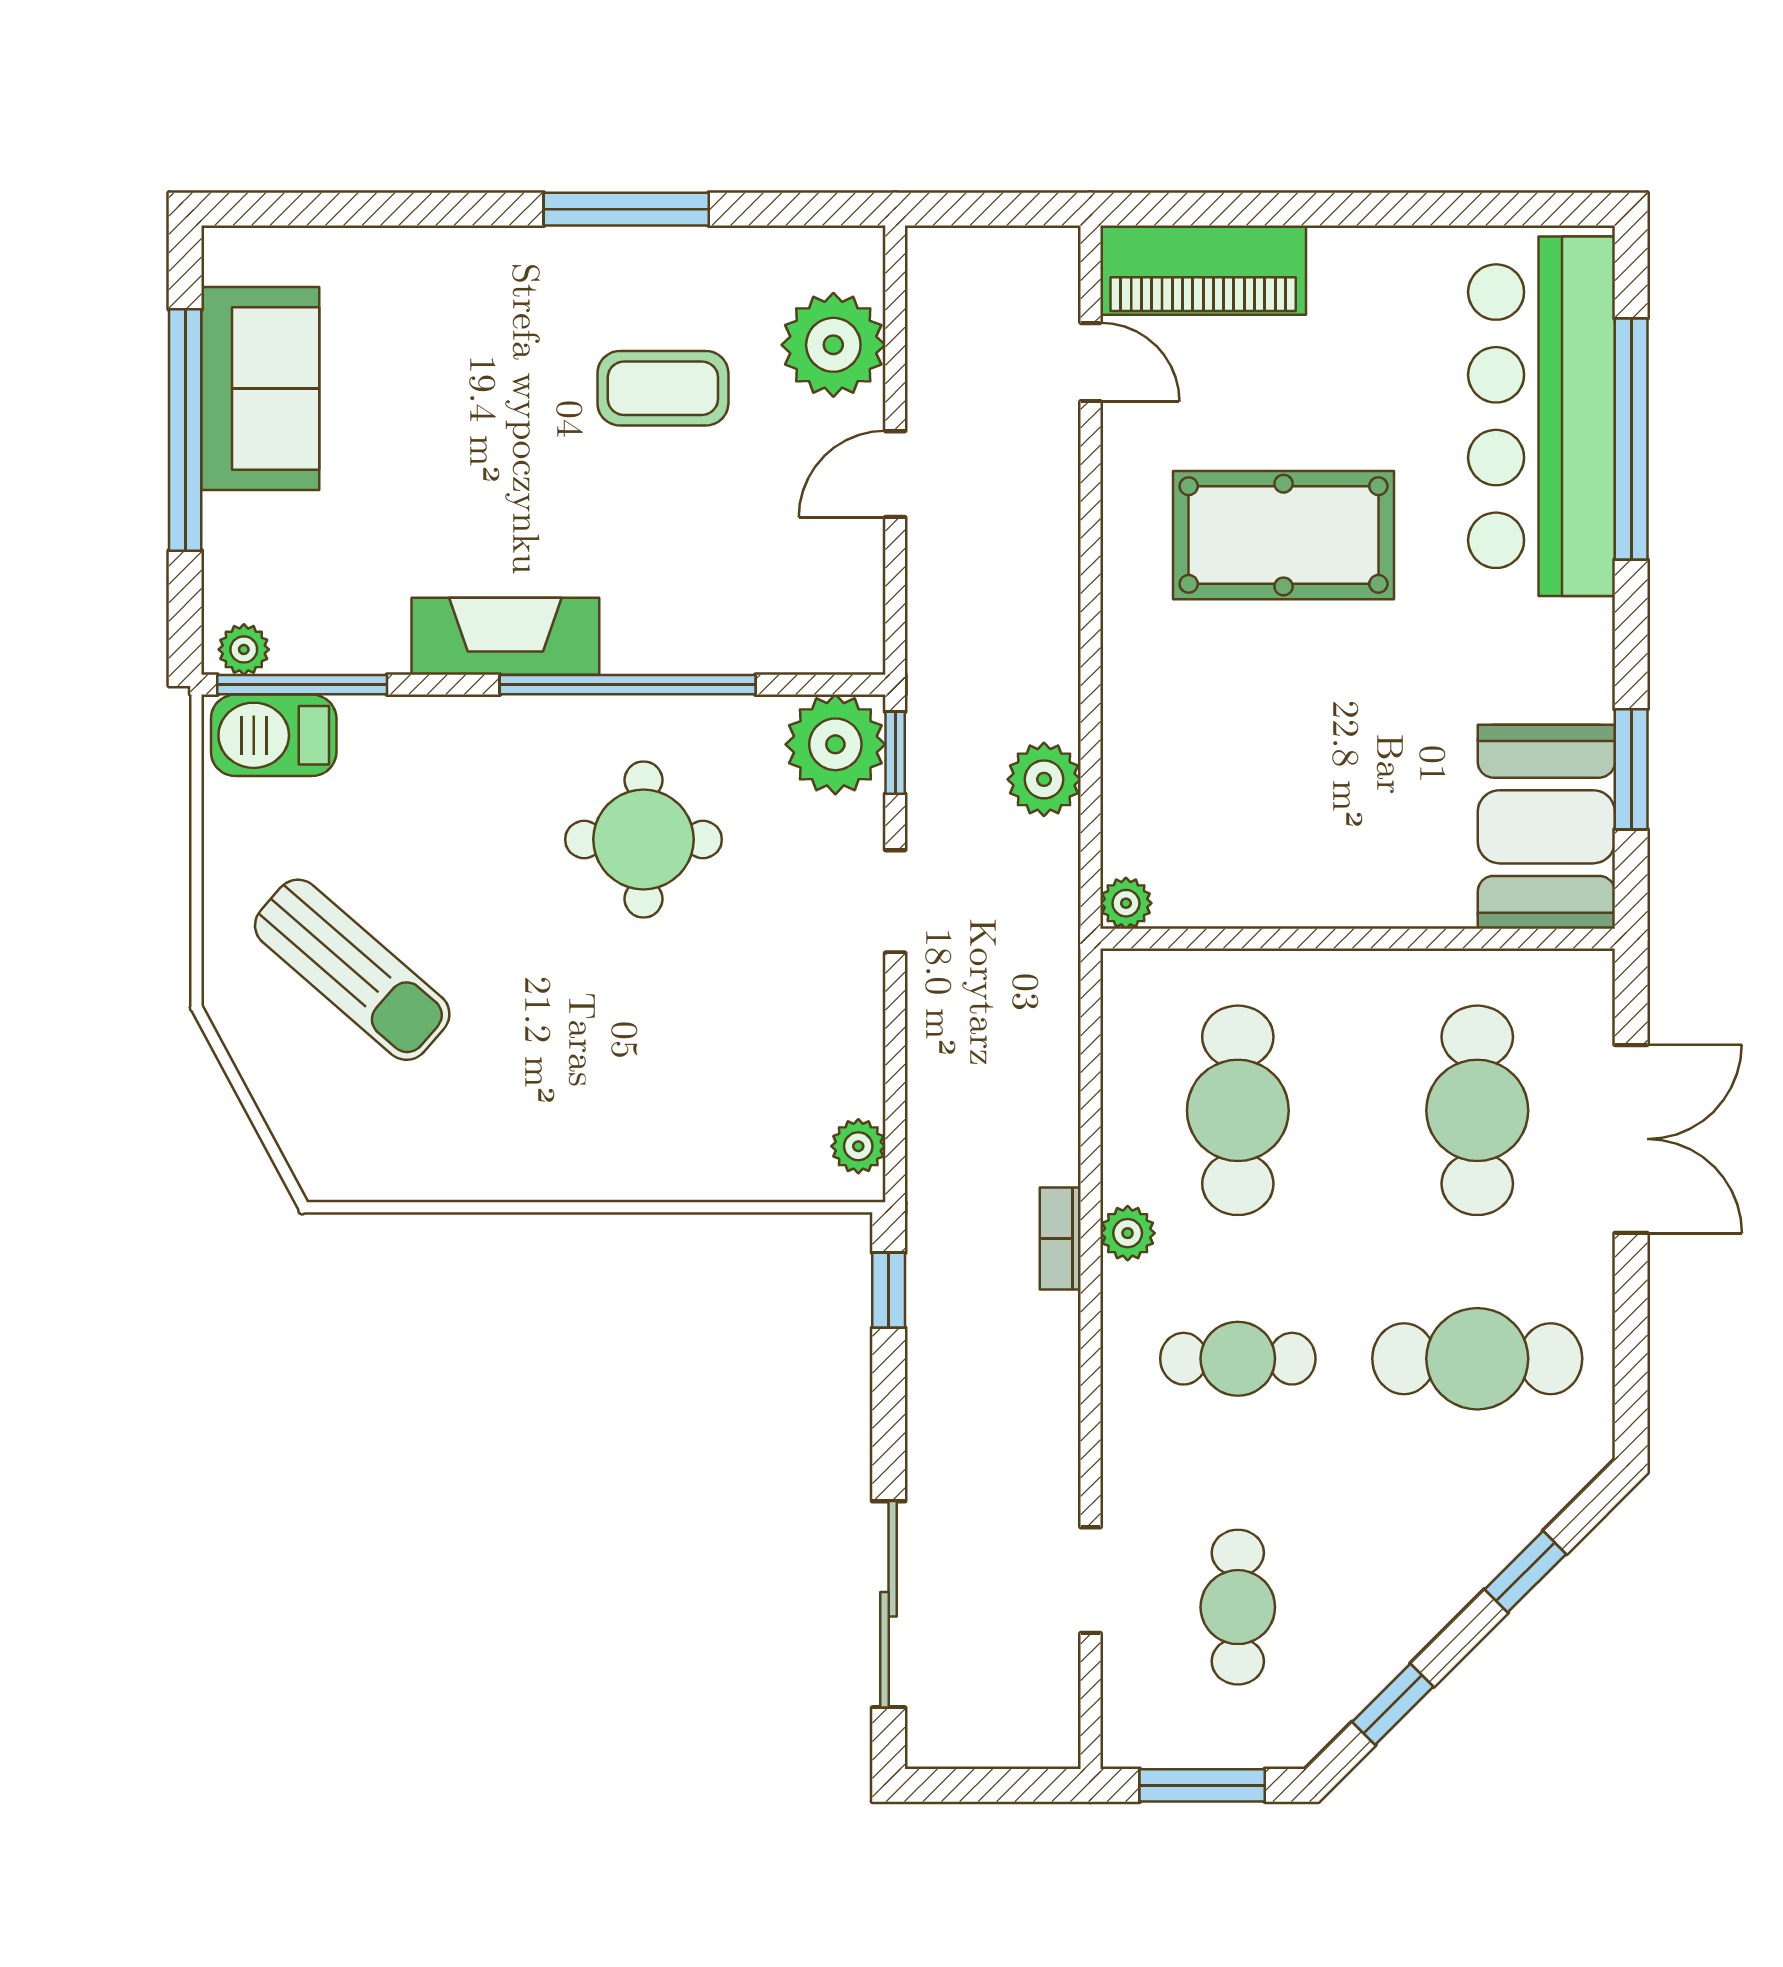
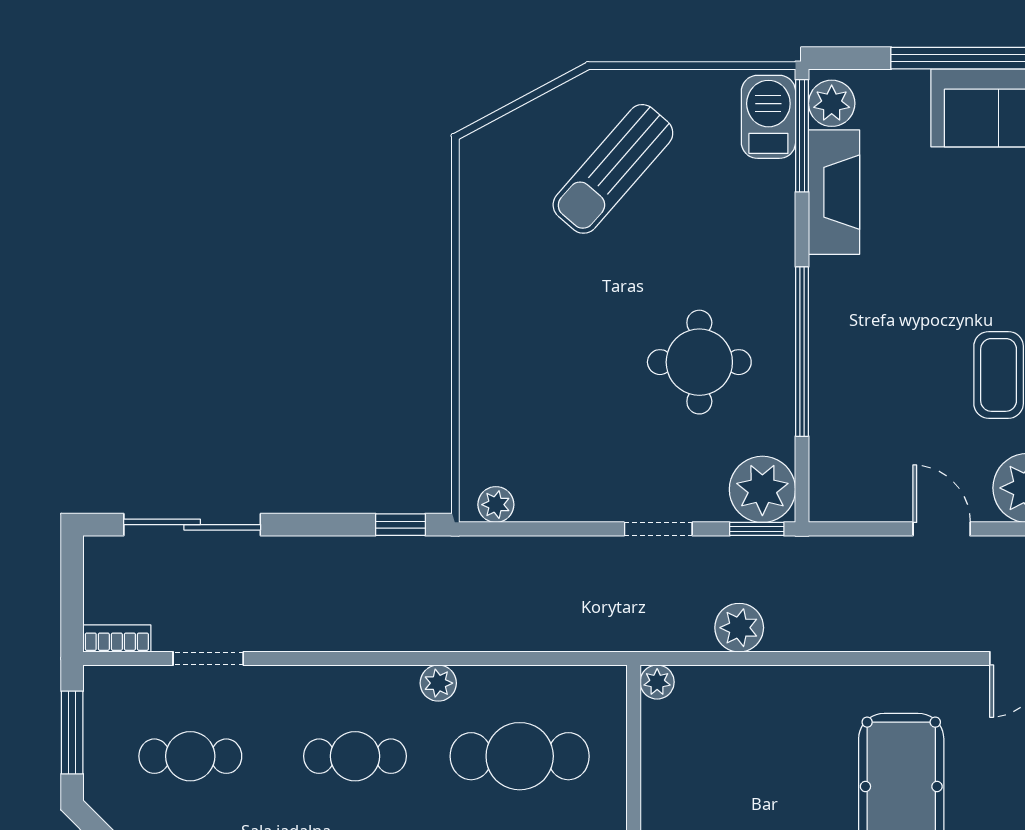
fireplace: (505, 636) -> (834, 192), moved
plant: (244, 649) -> (832, 103), width x1.38, depth x1.38
bookcase: (1060, 1239) -> (117, 638), moved
cafe table: (1238, 1359) -> (355, 756), turned 90

